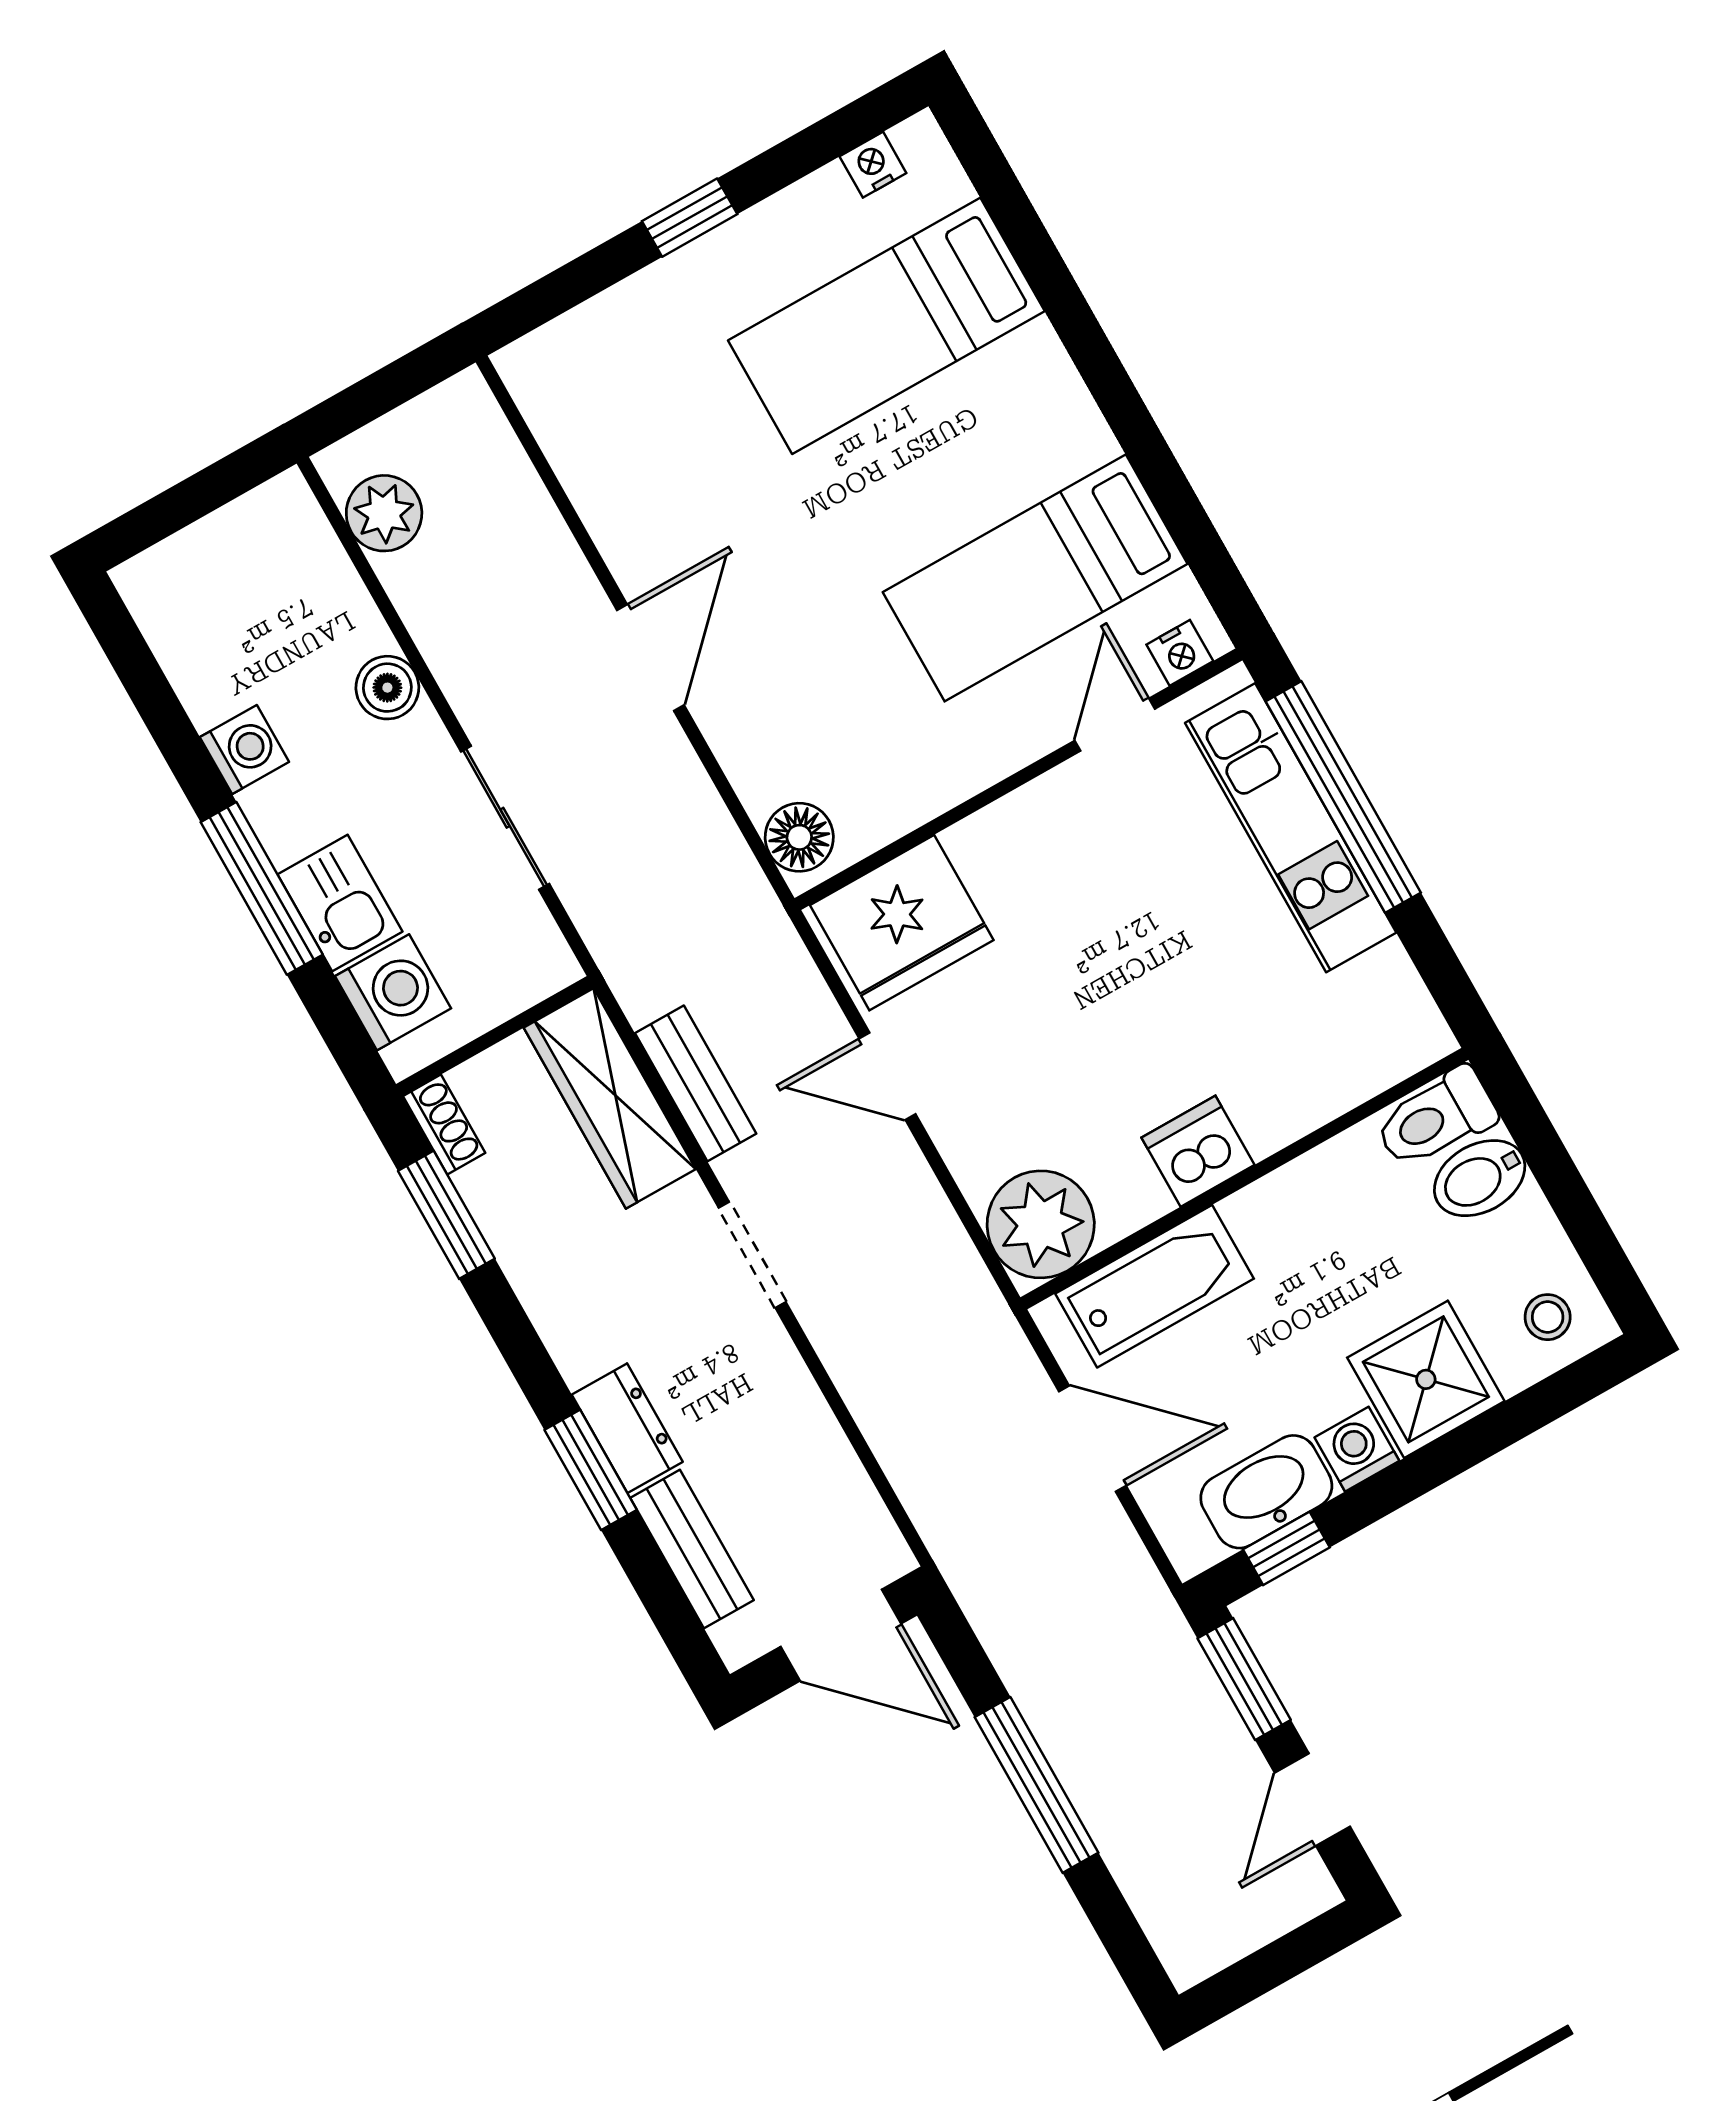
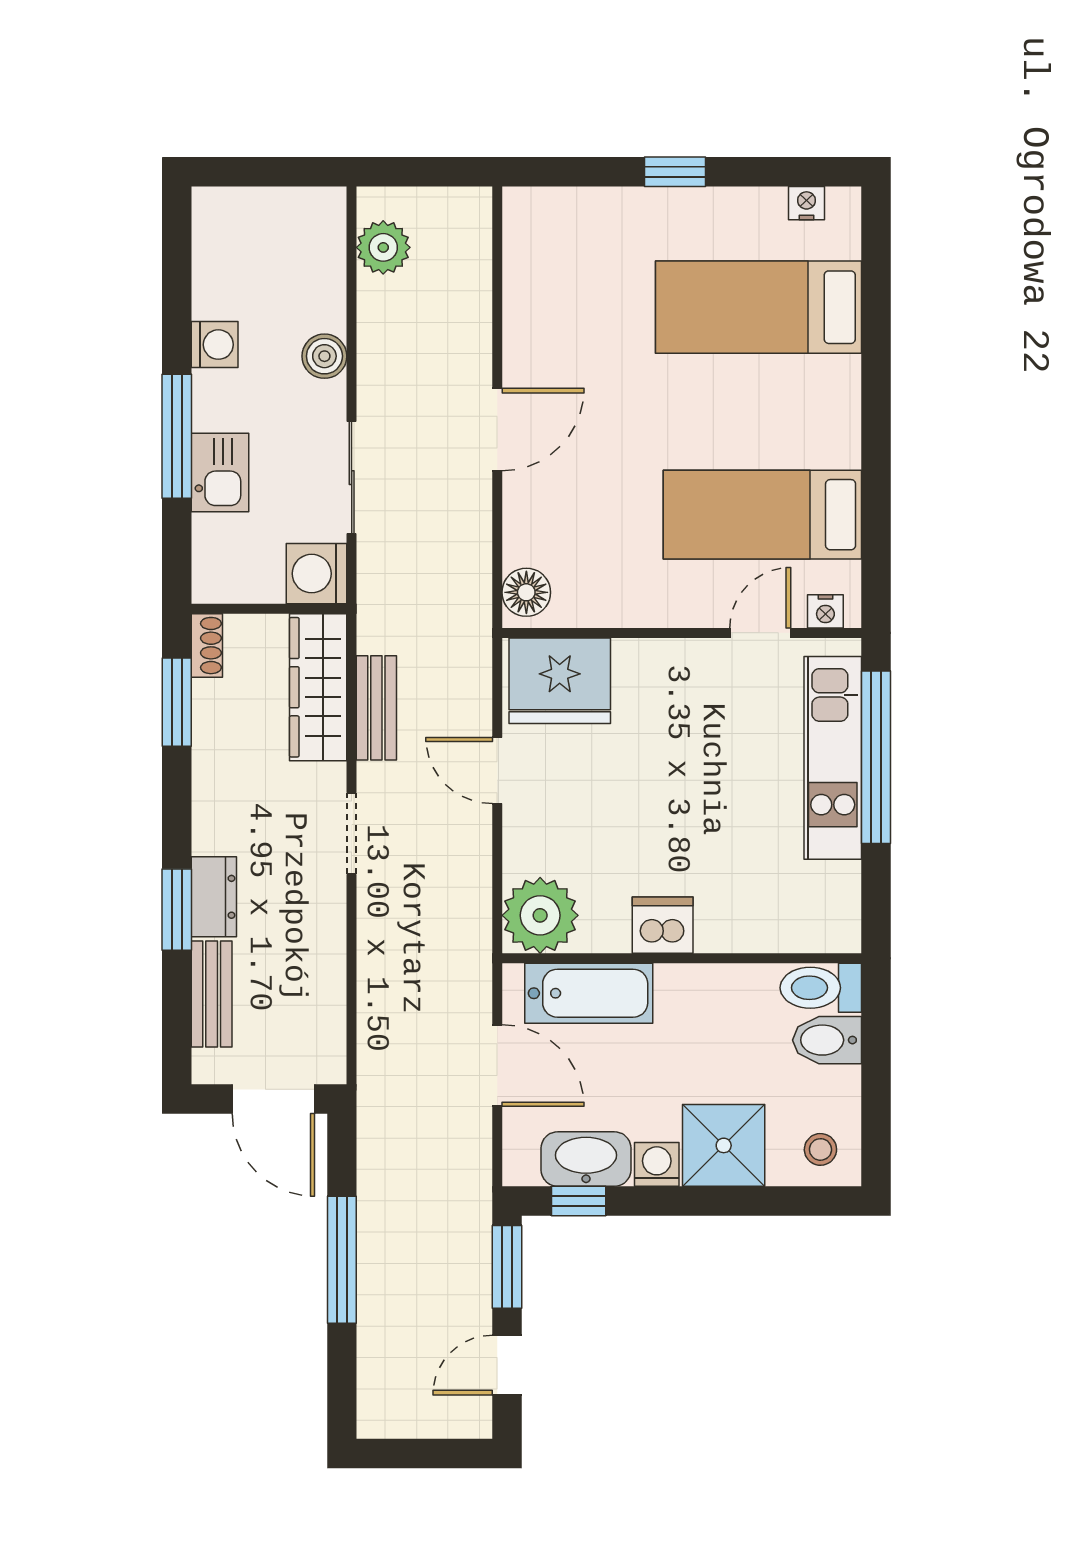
washing machine: (393, 992) -> (316, 574), moved, turned 180

